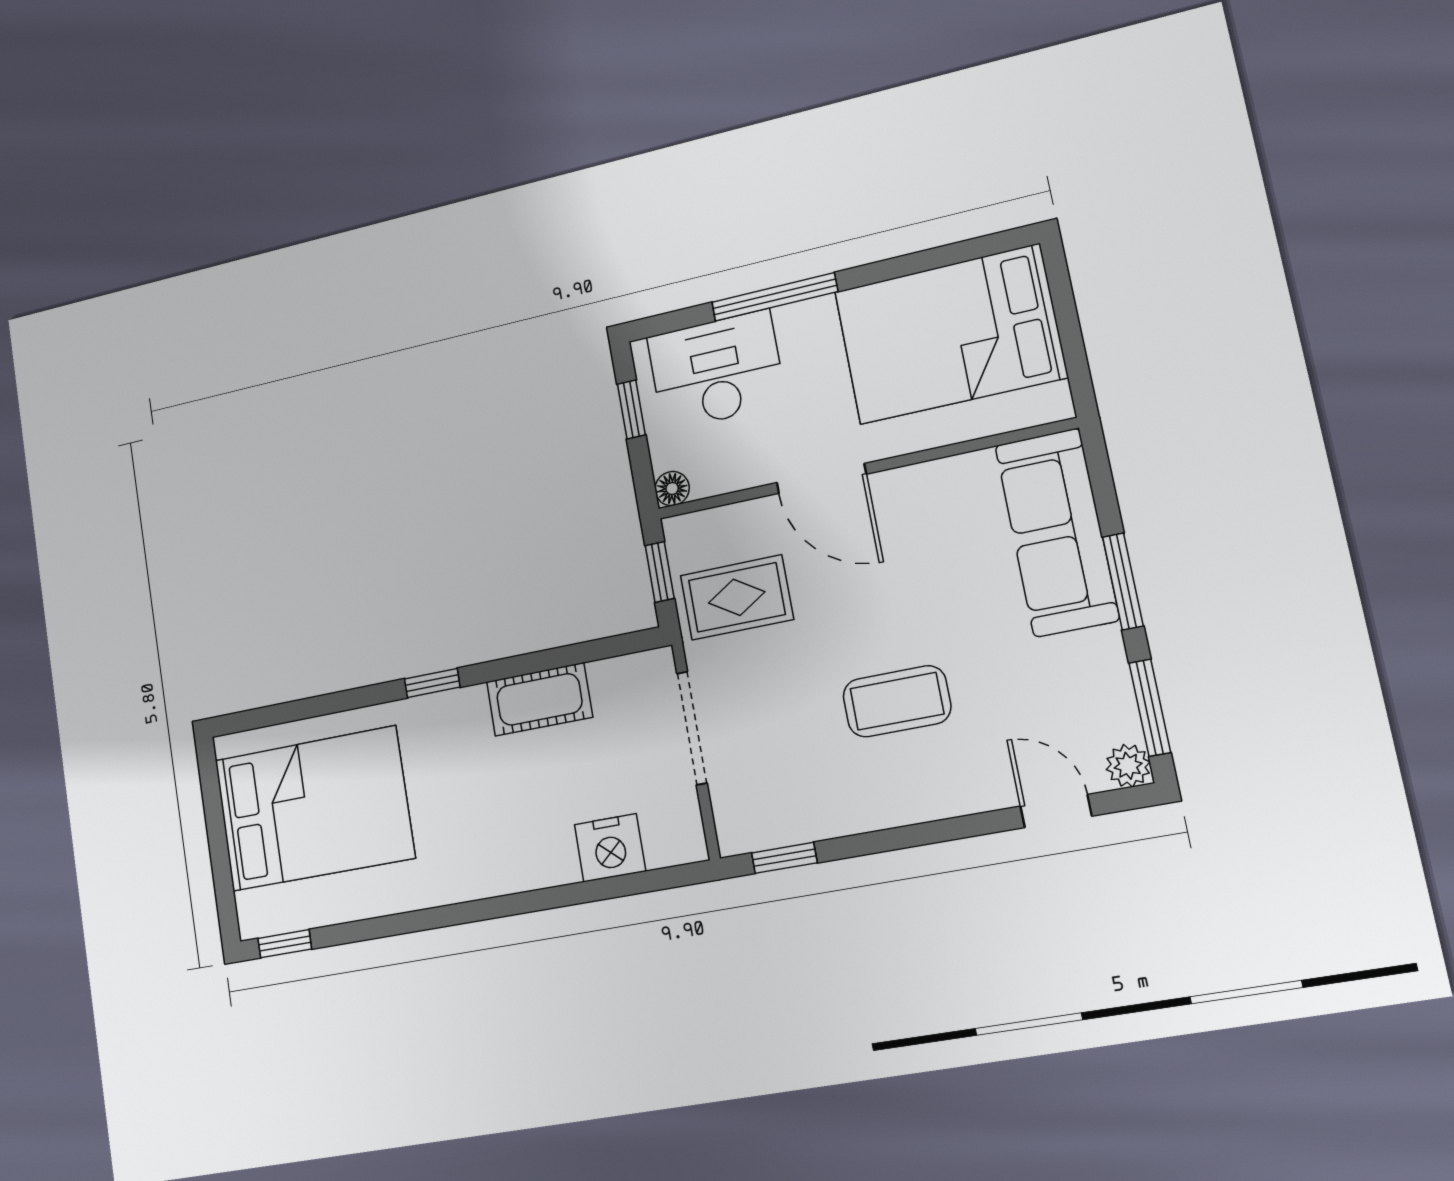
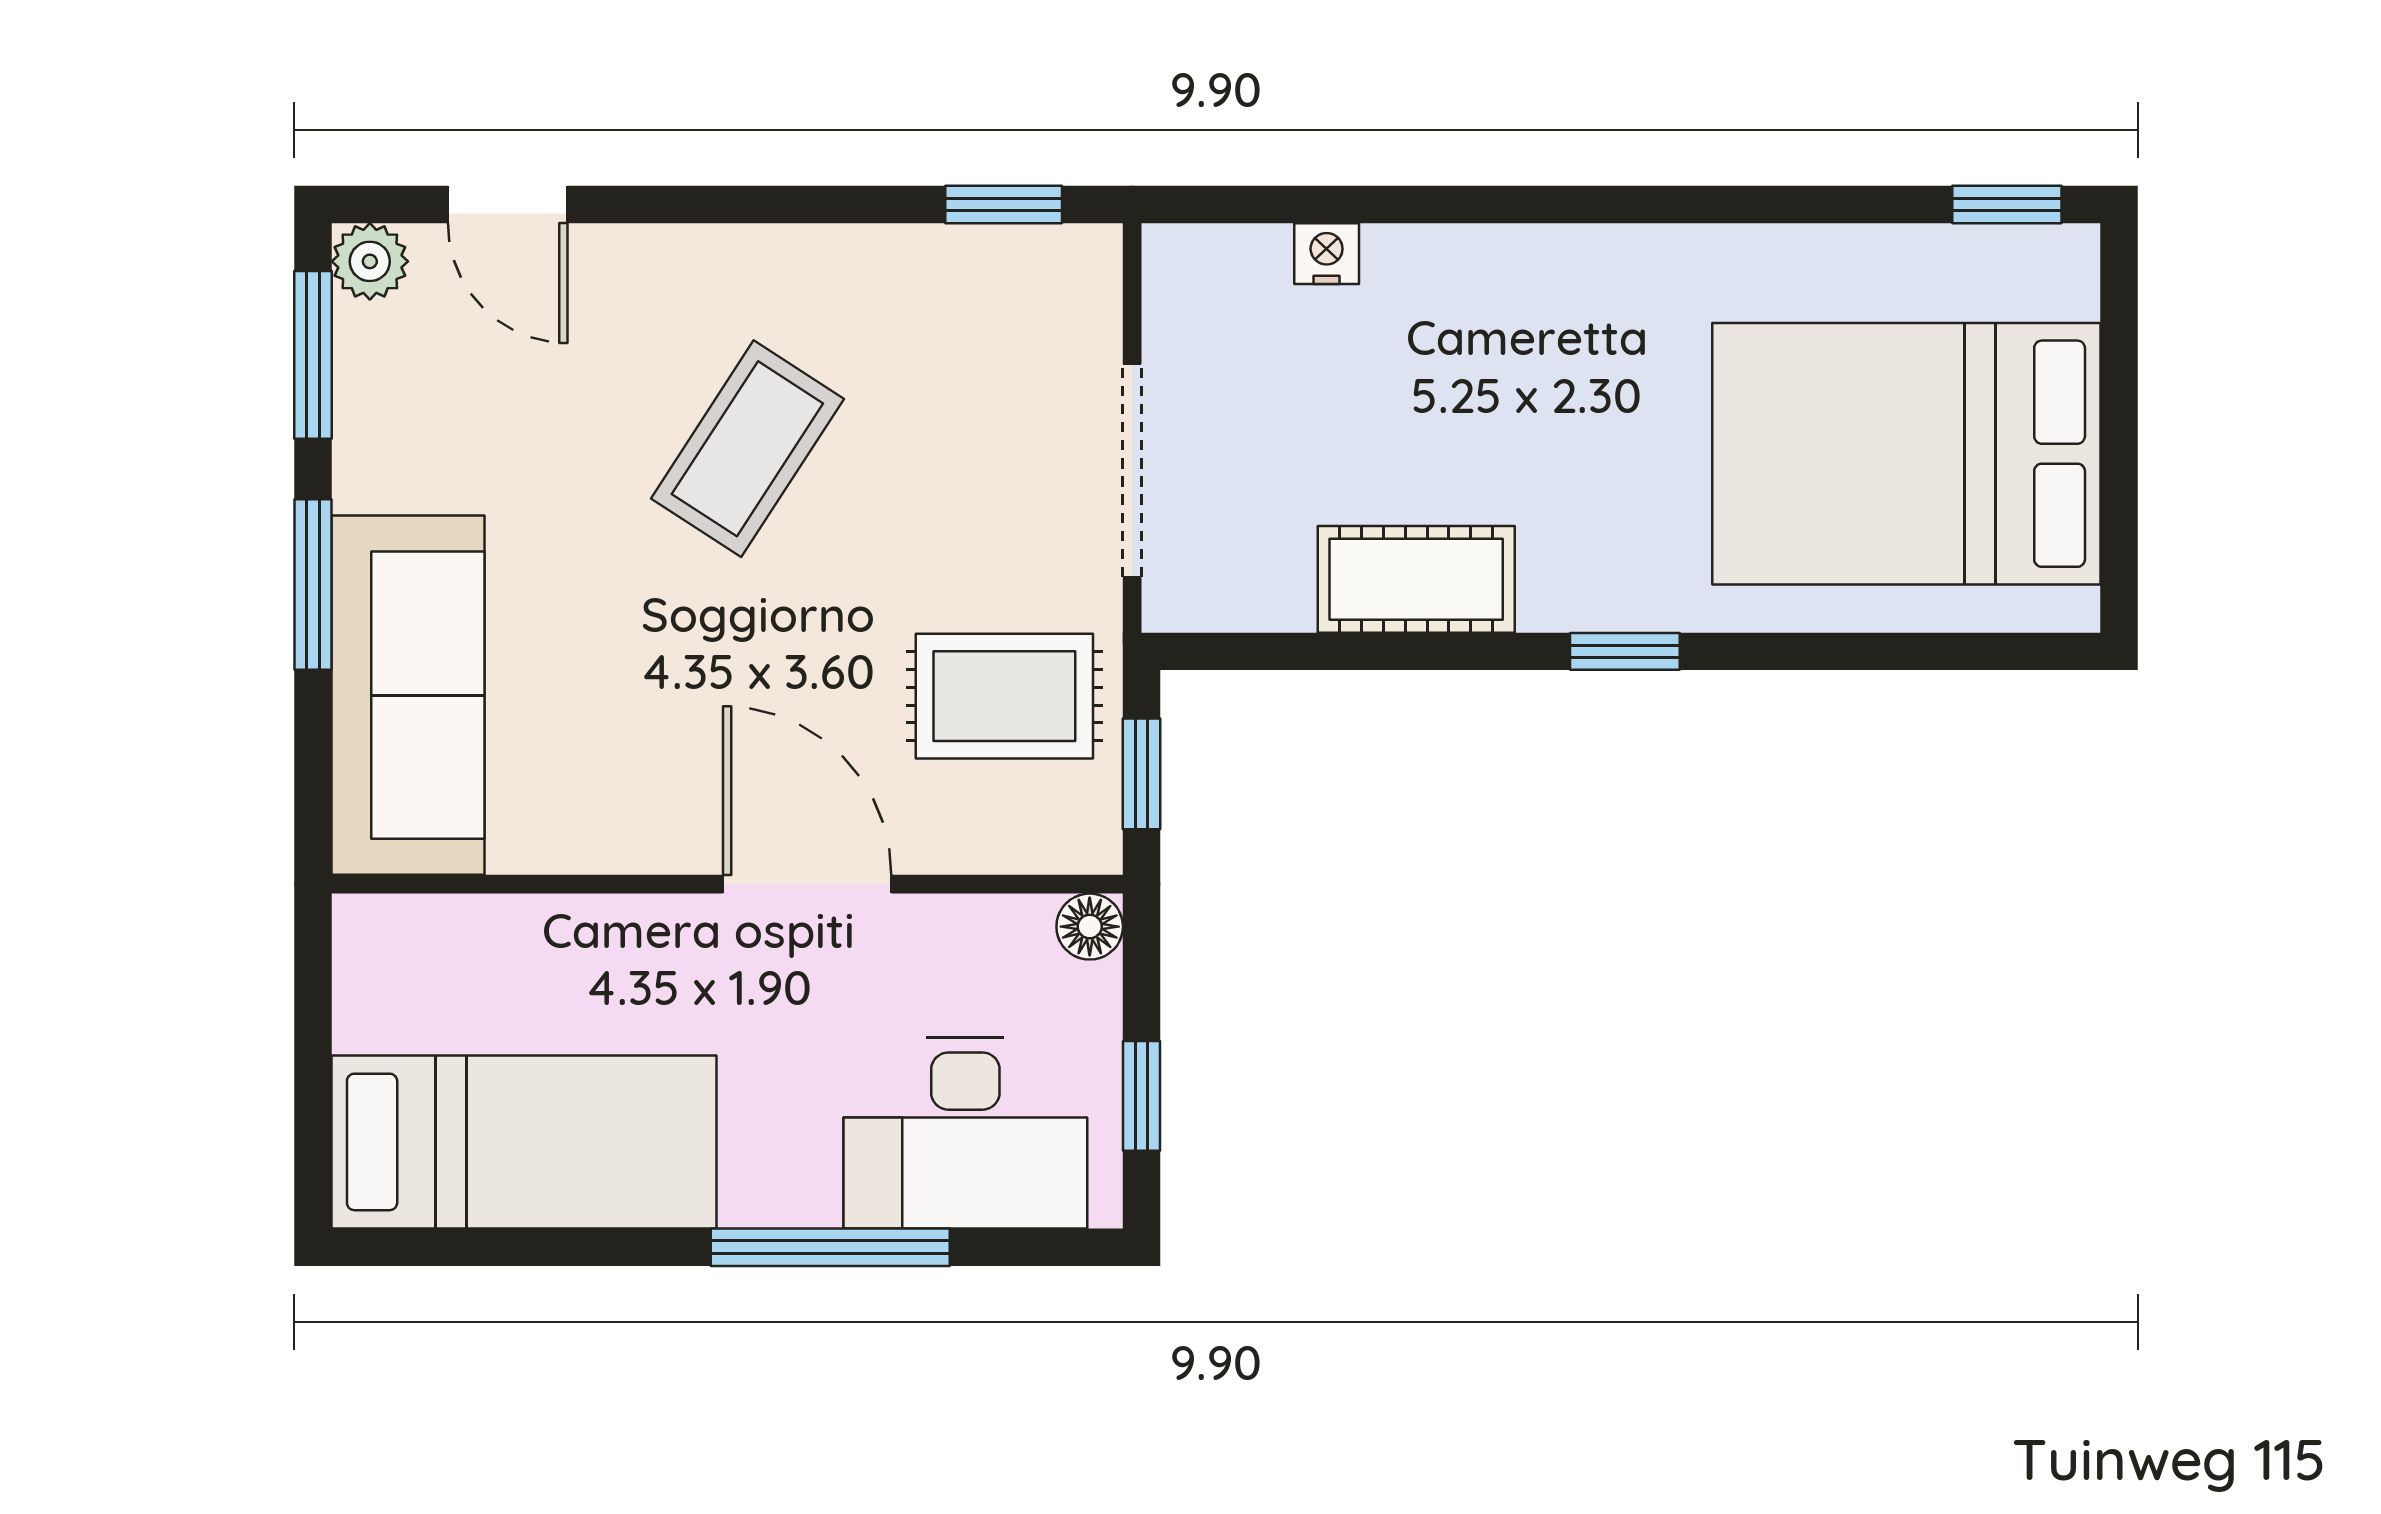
bed: (950, 334) -> (524, 1142), width x0.67
coffee table: (897, 701) -> (747, 449), turned -57
nightstand: (610, 848) -> (1327, 254), width x0.53, depth x0.56

